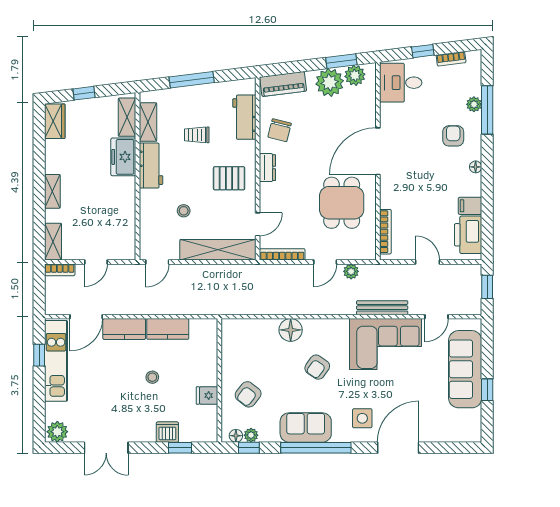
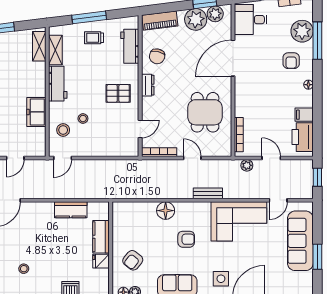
plant: (474, 104) -> (302, 31), width x1.87, depth x1.87
trolley: (197, 135) -> (94, 38), moved
armchair: (453, 136) -> (291, 61), turned 180
door: (378, 151) -> (233, 58), moved
freezer: (123, 157) -> (36, 112), moved
stool: (158, 226) -> (63, 130), added
shelving: (218, 250) -> (109, 149), removed
door: (325, 262) -> (192, 158), swing flipped
plant: (351, 271) -> (247, 165), moved
bench: (382, 308) -> (208, 193), moved, width x0.73
kitchen counter: (124, 329) -> (101, 237), moved, turned 90
armchair: (317, 367) -> (186, 239), turned -125
stool: (152, 377) -> (24, 269), moved
window: (487, 390) -> (317, 257), width x1.50

